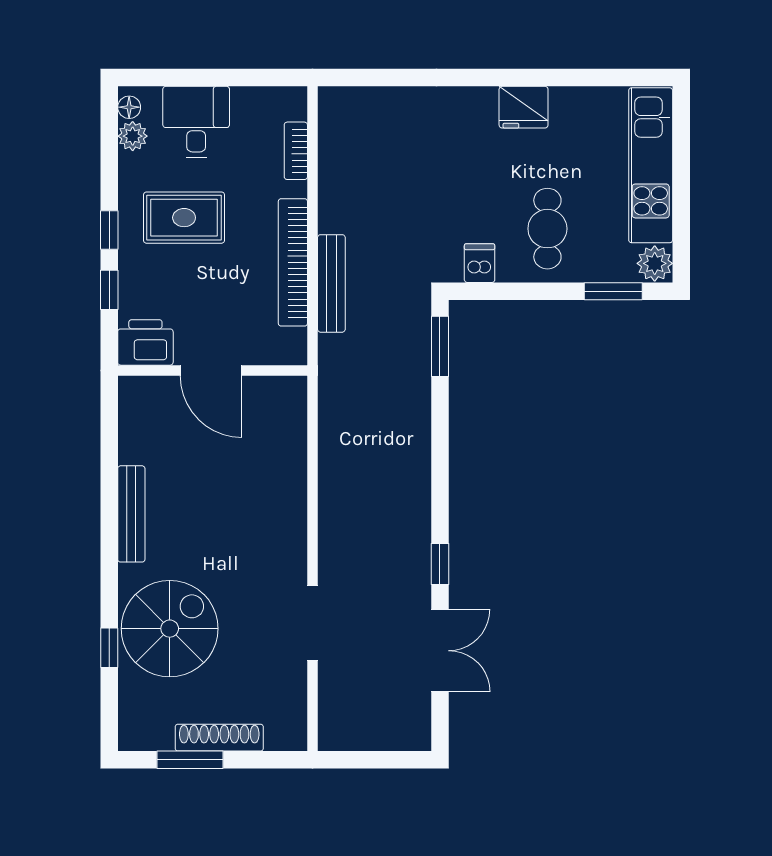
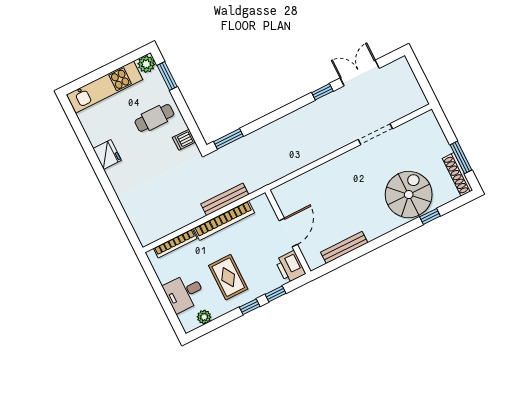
floor lamp: (129, 107) -> (192, 325), removed
bookcase: (296, 151) -> (175, 243), width x1.56
bench: (131, 514) -> (344, 247), moved
spiral stairs: (170, 629) -> (409, 195), turned 90
shoe rack: (219, 738) -> (457, 174), moved

